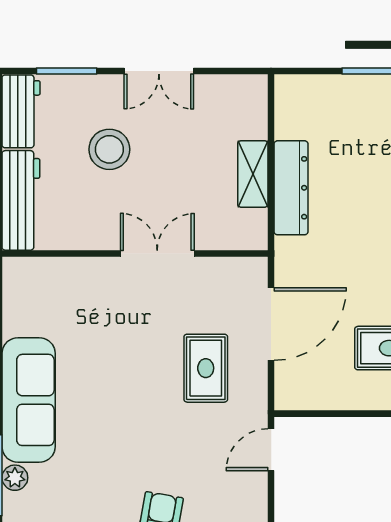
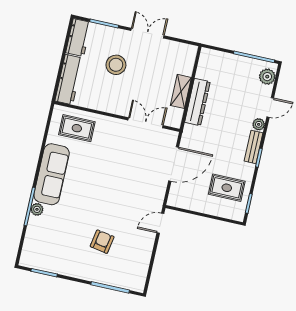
double door: (159, 71) -> (147, 33), swing flipped
double door: (157, 254) -> (146, 123), moved
rug: (206, 368) -> (77, 128), moved, turned 90

